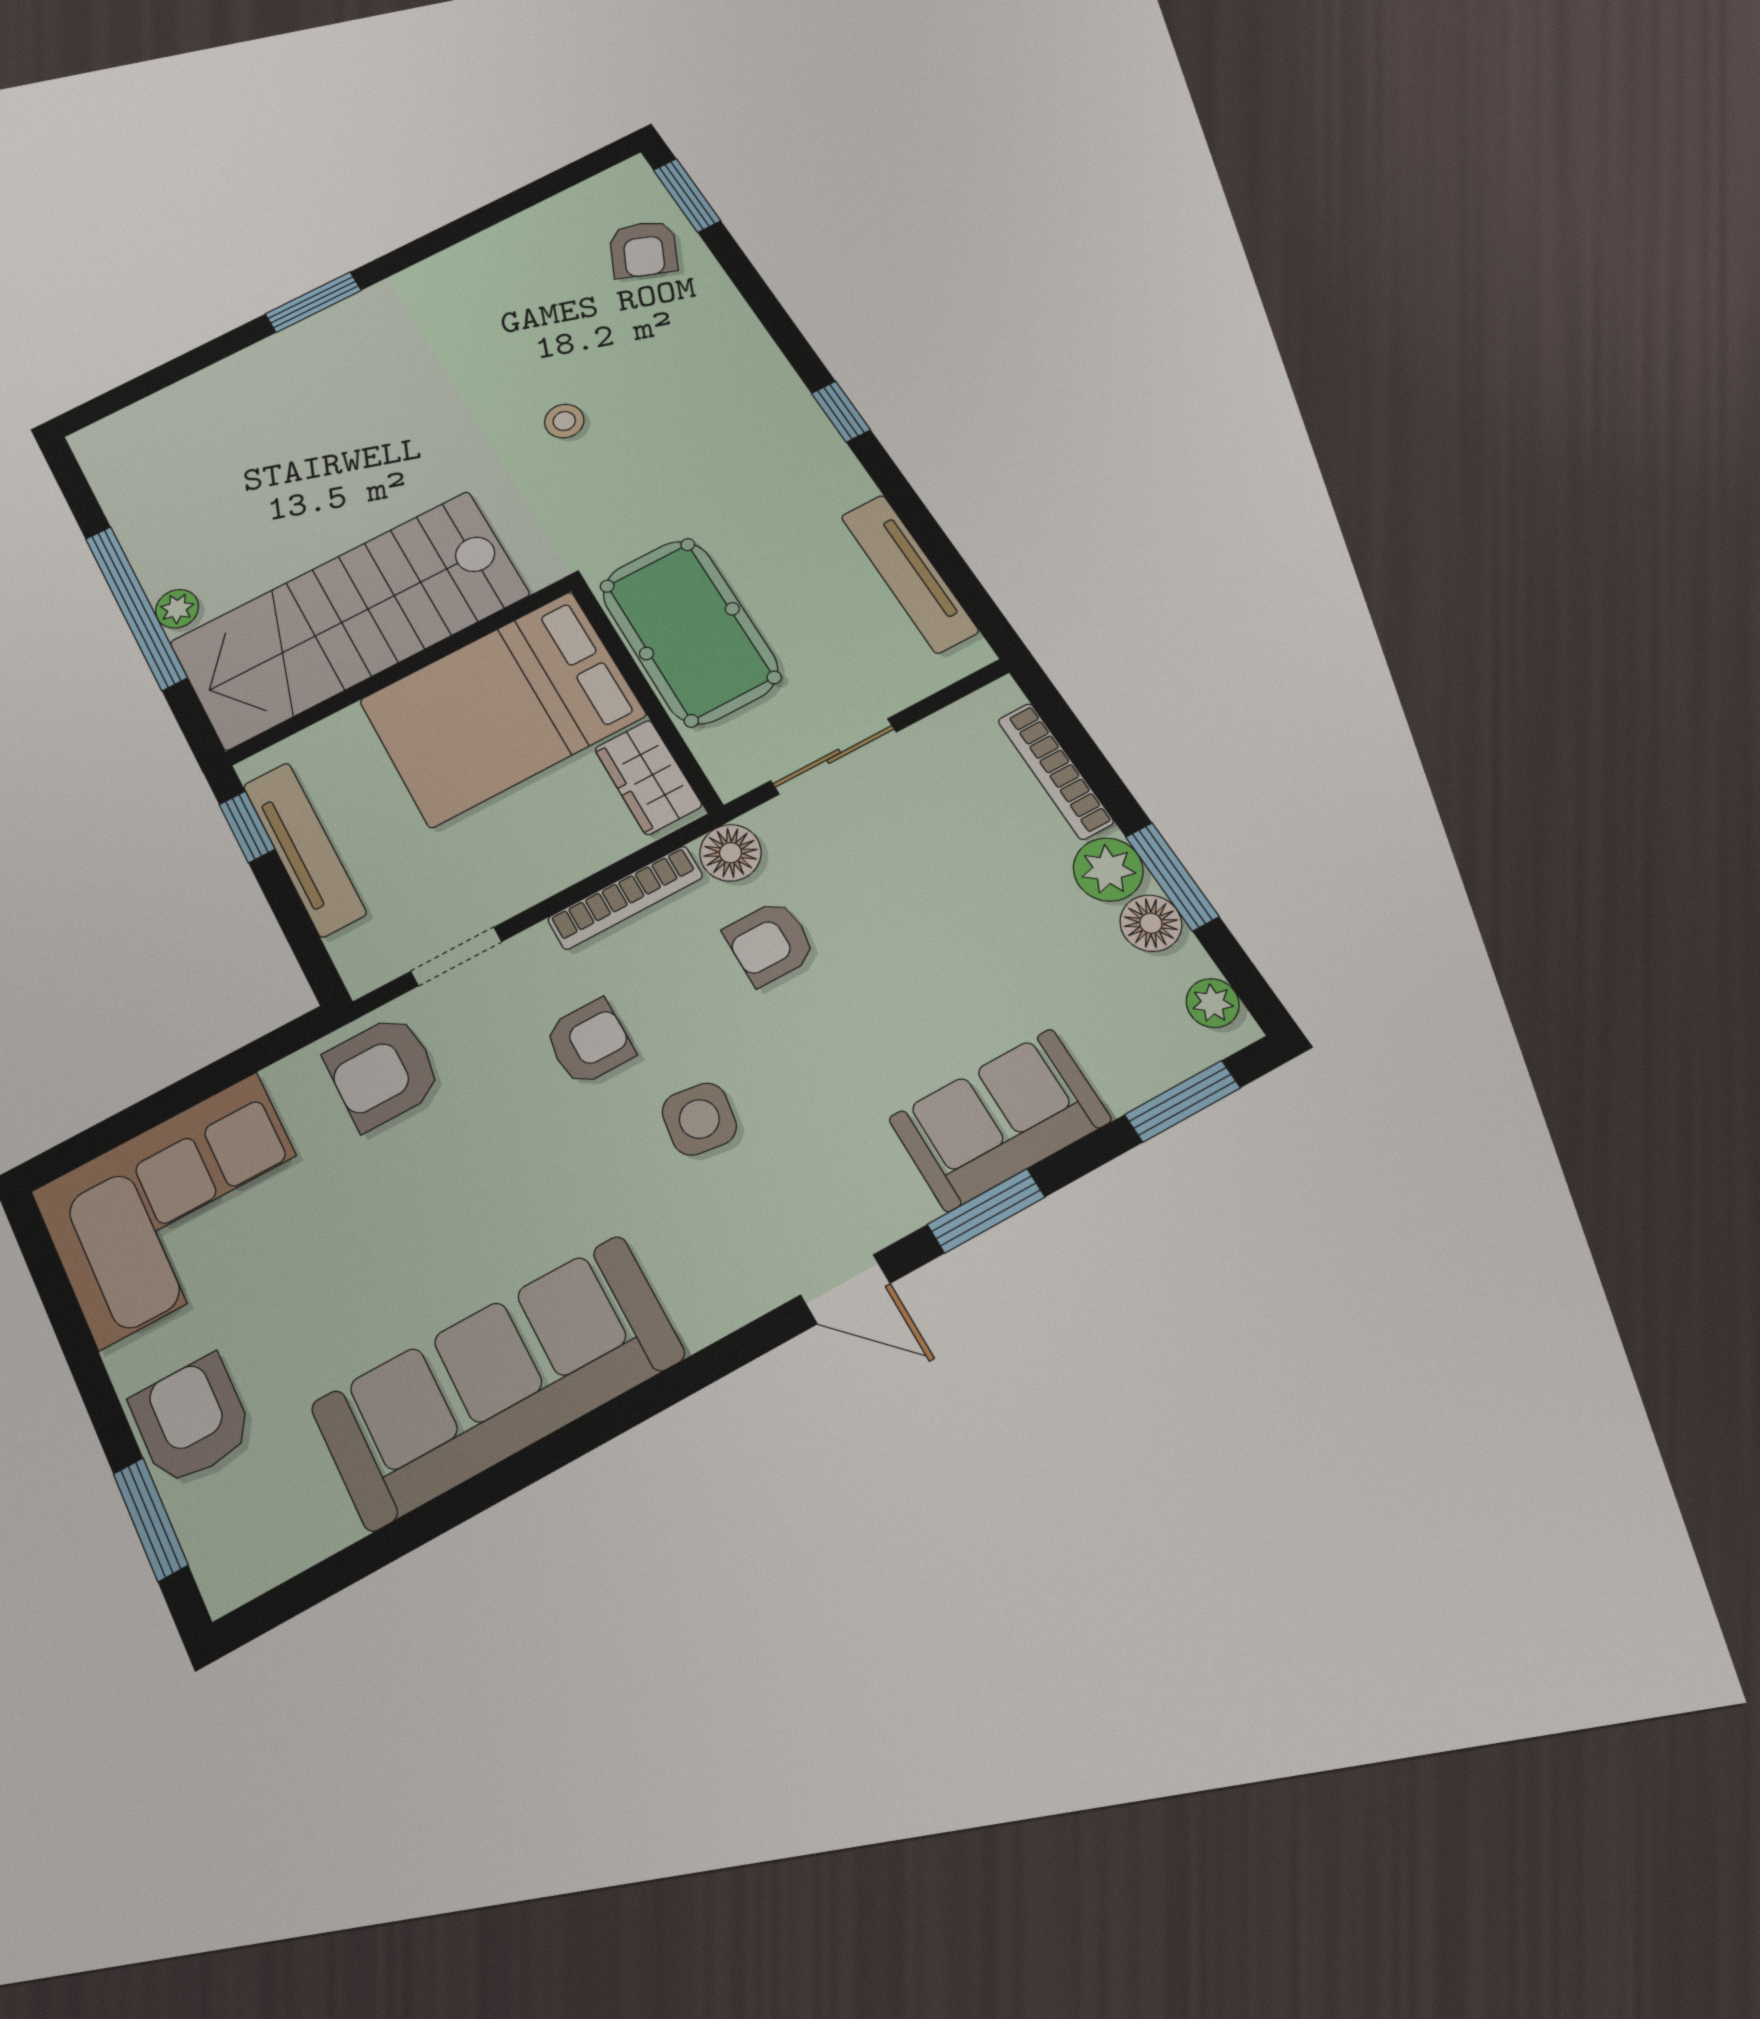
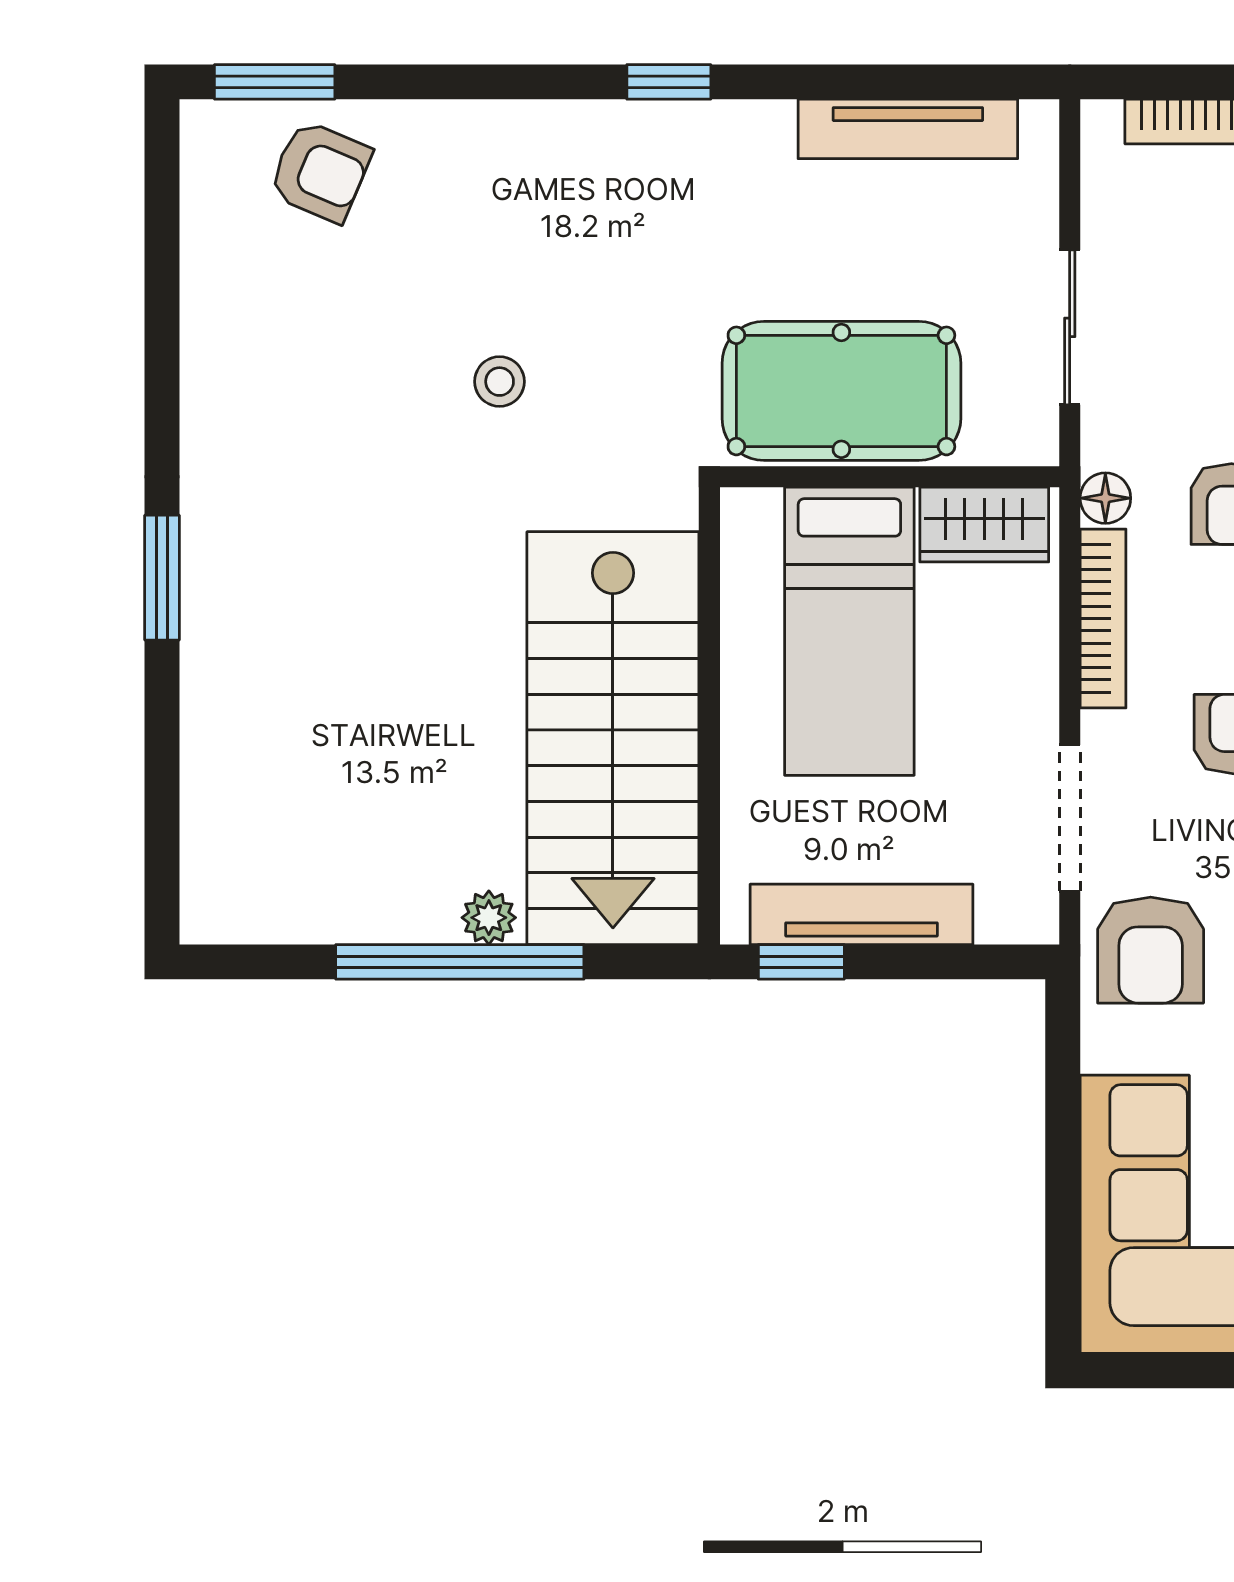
bed: (502, 708) -> (849, 631), width x0.67
floor lamp: (730, 853) -> (1105, 498), width x0.73, depth x0.73
doorway: (456, 956) -> (1070, 818), width x1.38

